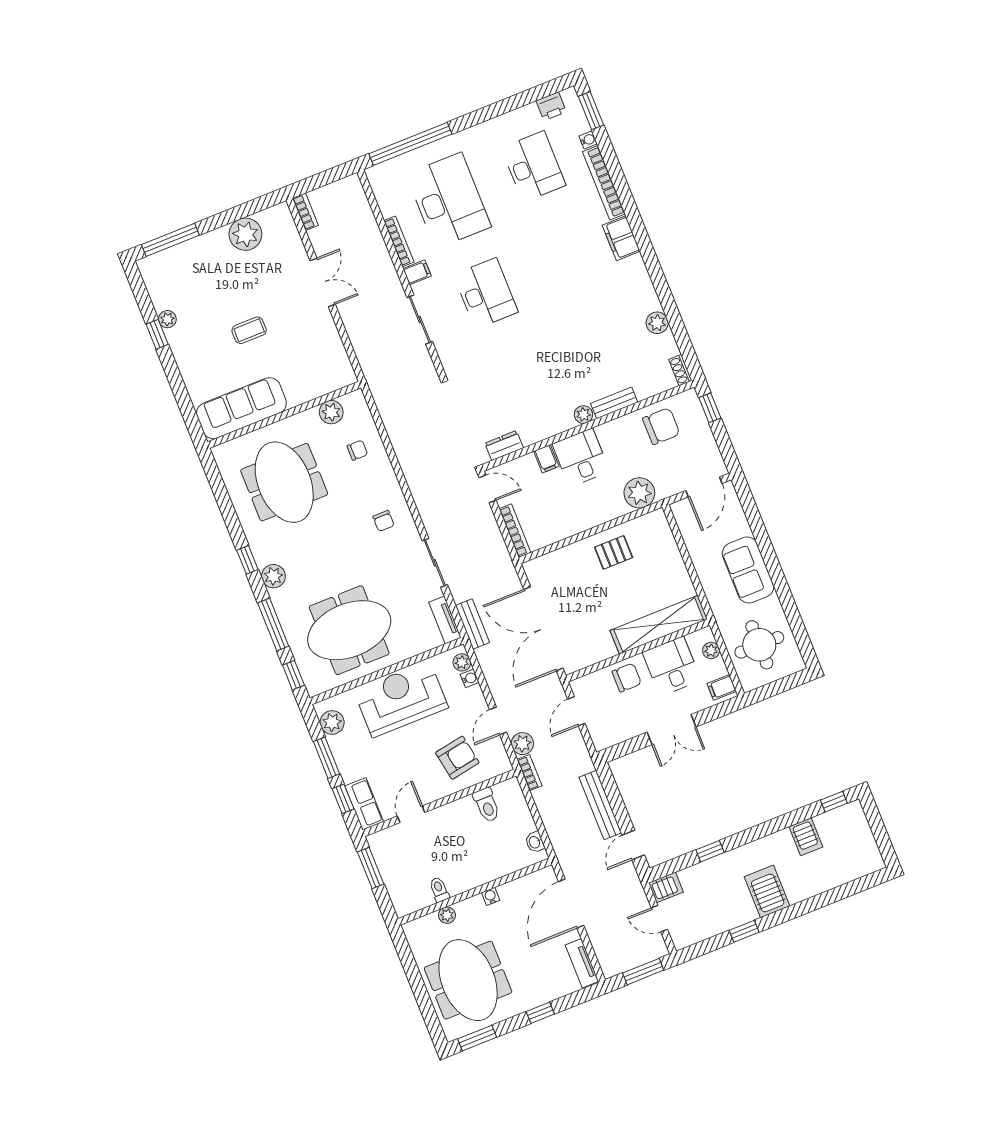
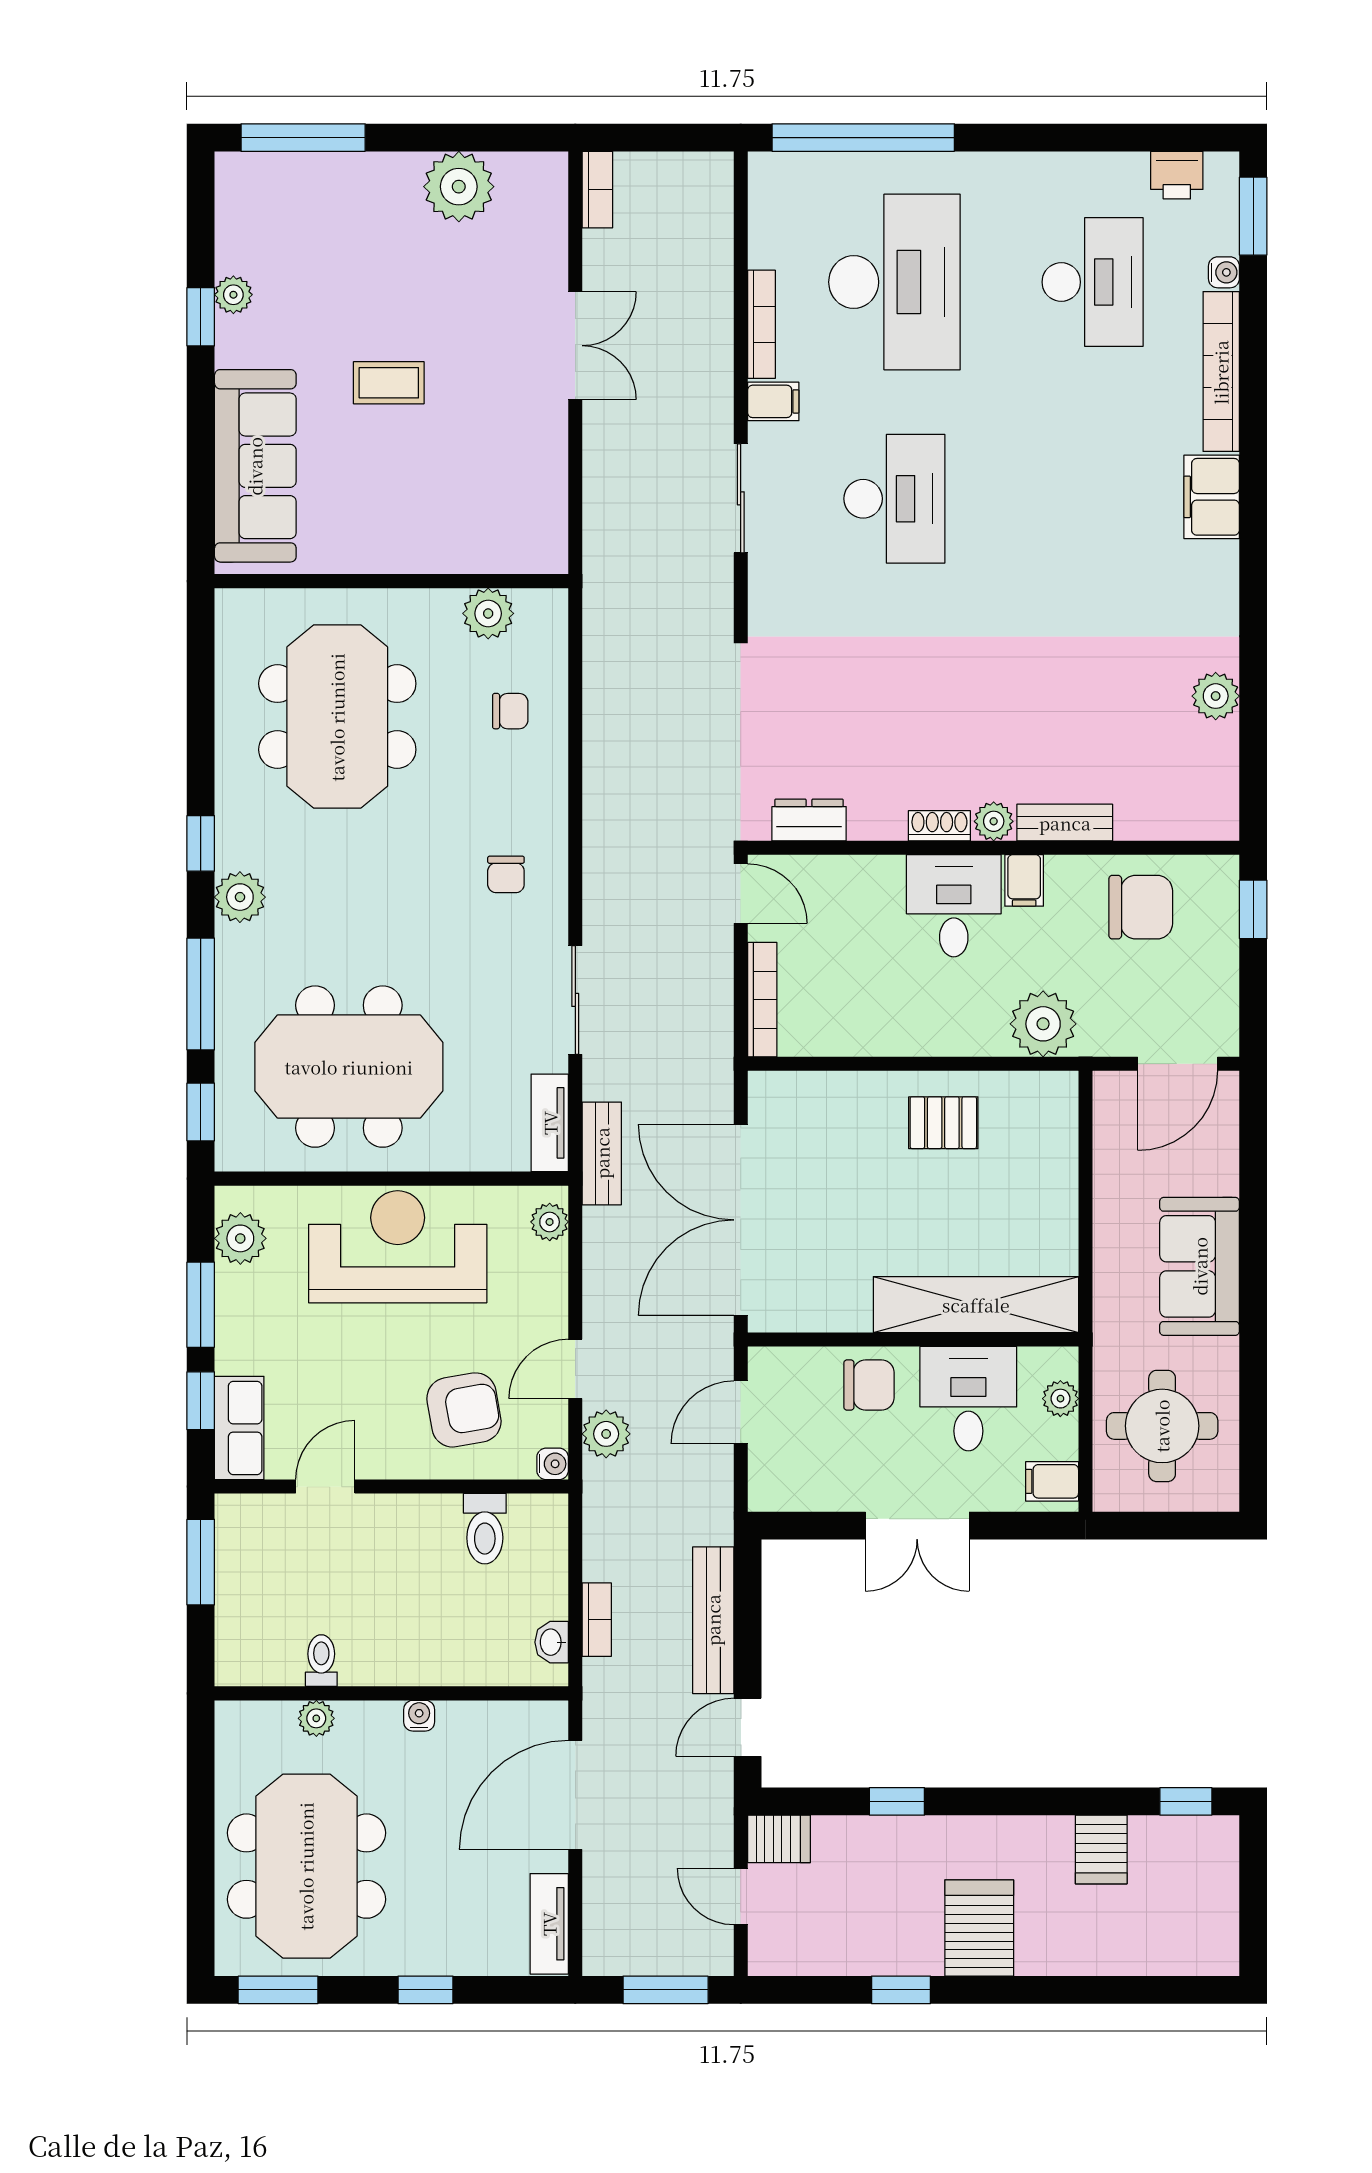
shoe rack: (680, 370) -> (939, 826), moved, turned 90
sofa: (241, 408) -> (255, 466), moved, turned 90
filing cabinet: (546, 459) -> (1024, 880), moved
water cooler: (470, 678) -> (553, 1464), moved
bookcase: (529, 773) -> (597, 1620), moved

